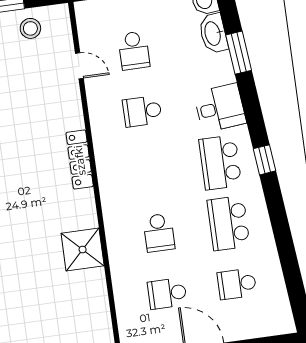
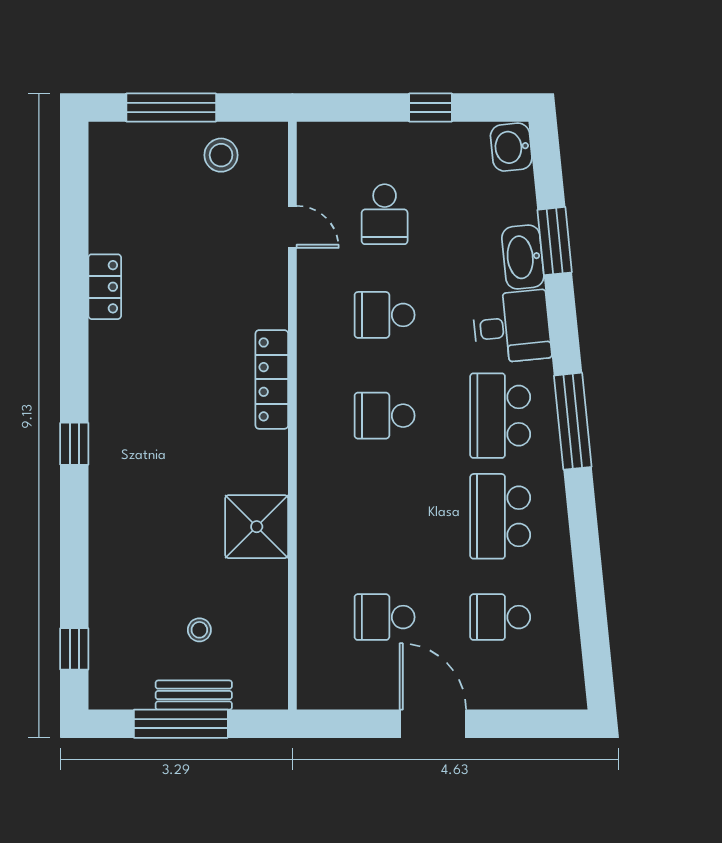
washbasin: (213, 33) -> (523, 257), moved
window: (264, 160) -> (573, 421), width x2.17
school desk: (159, 233) -> (385, 416), moved, turned 90
stool: (57, 316) -> (199, 630), added

